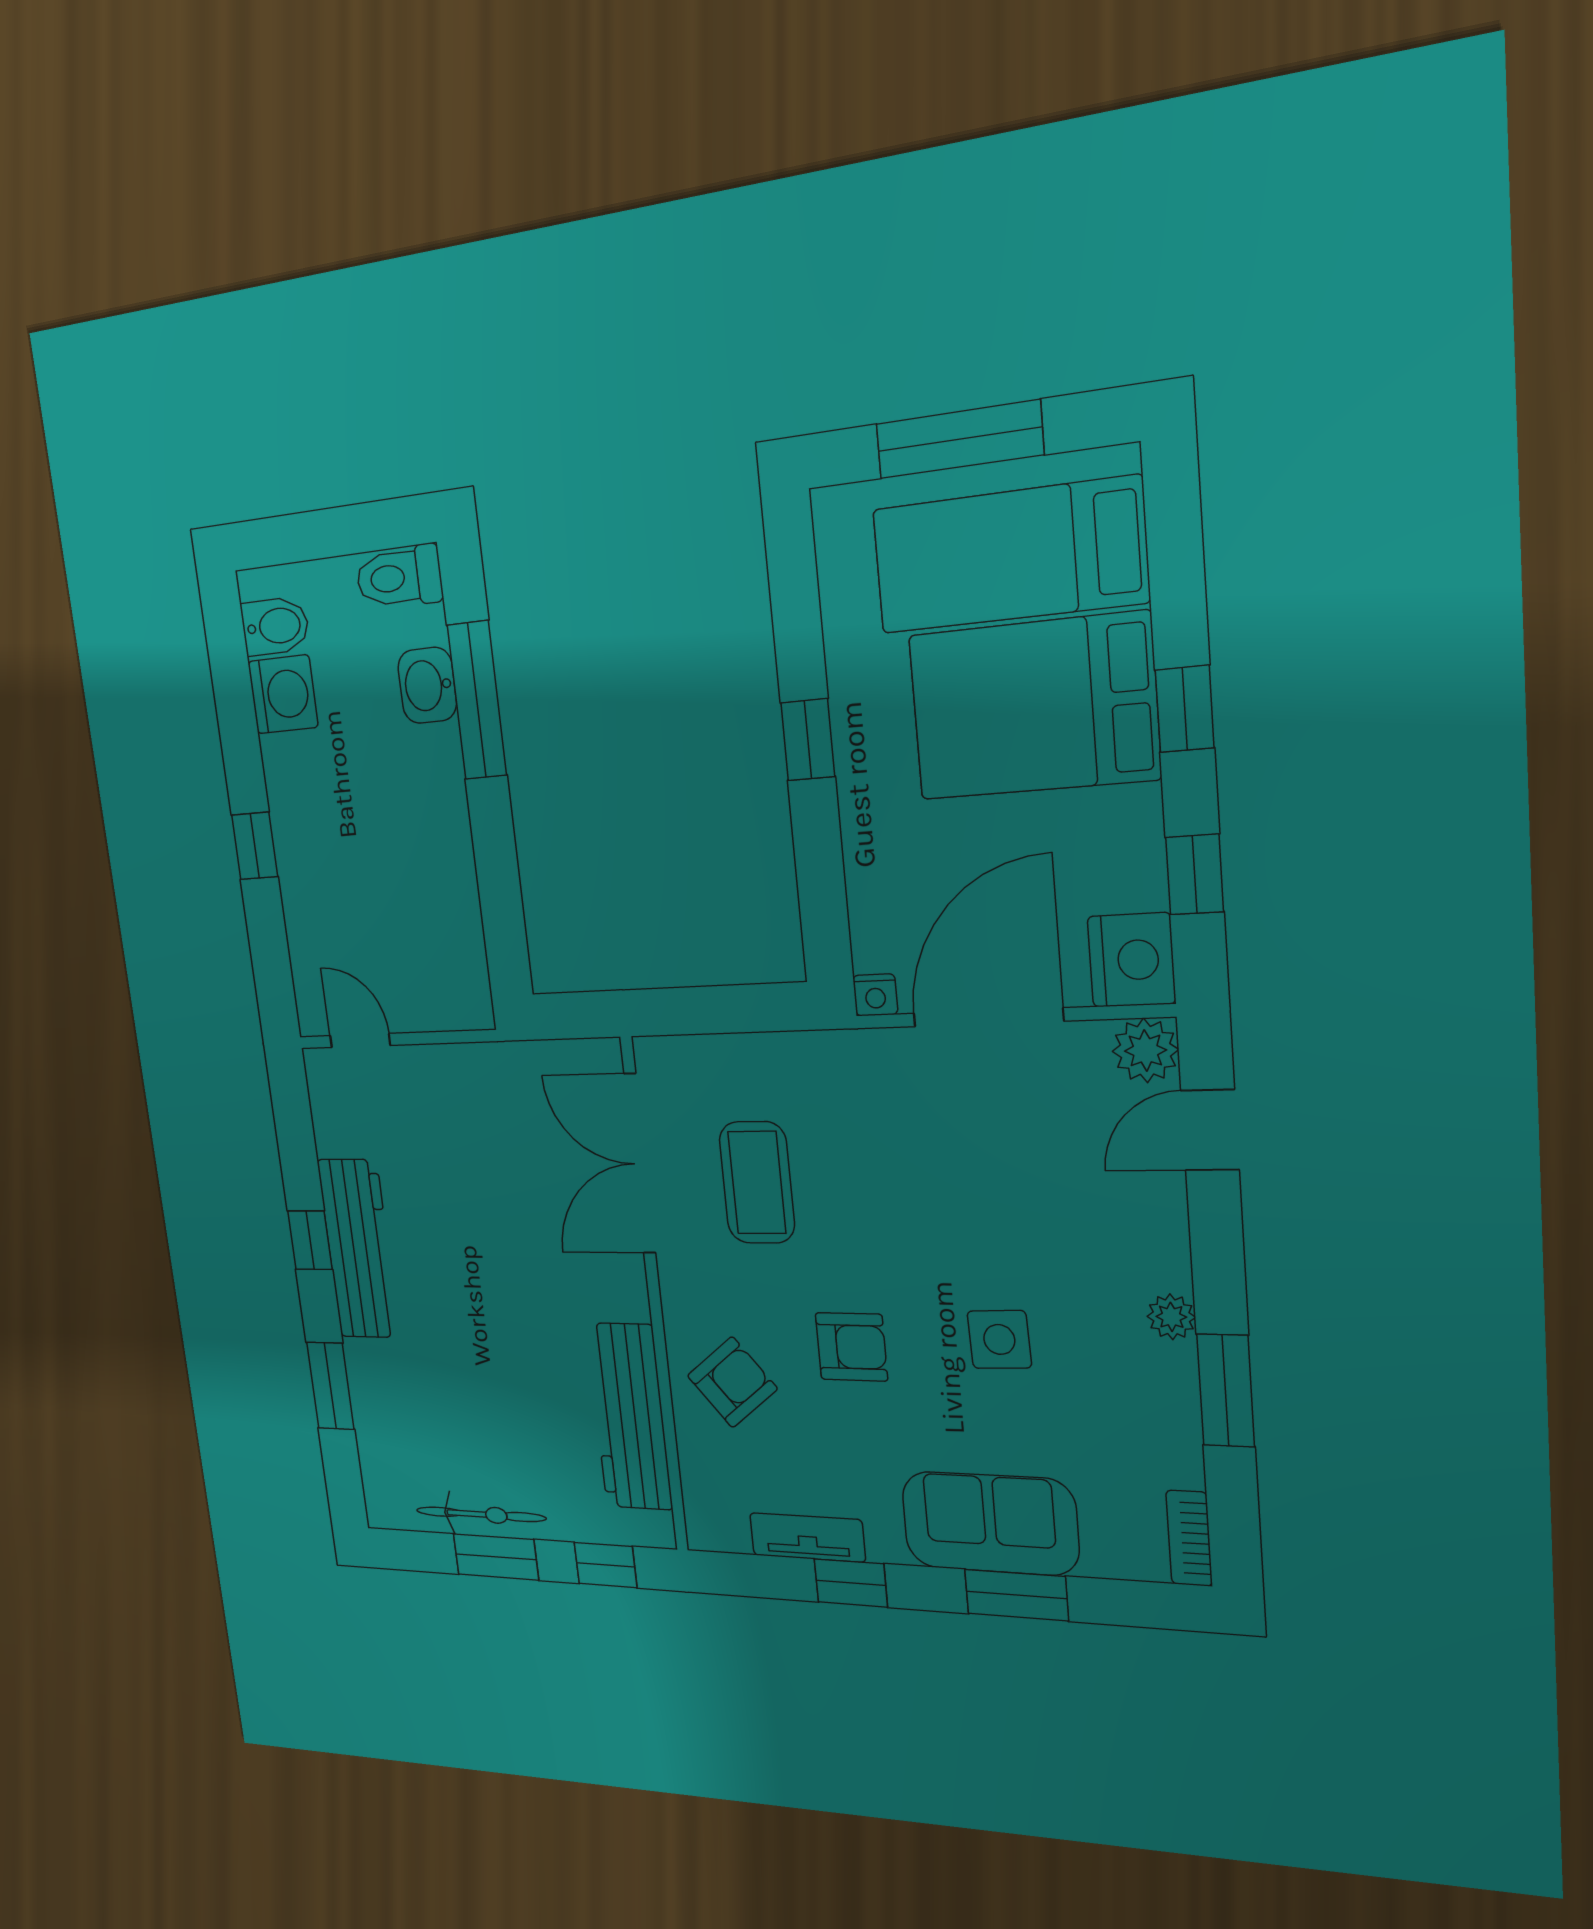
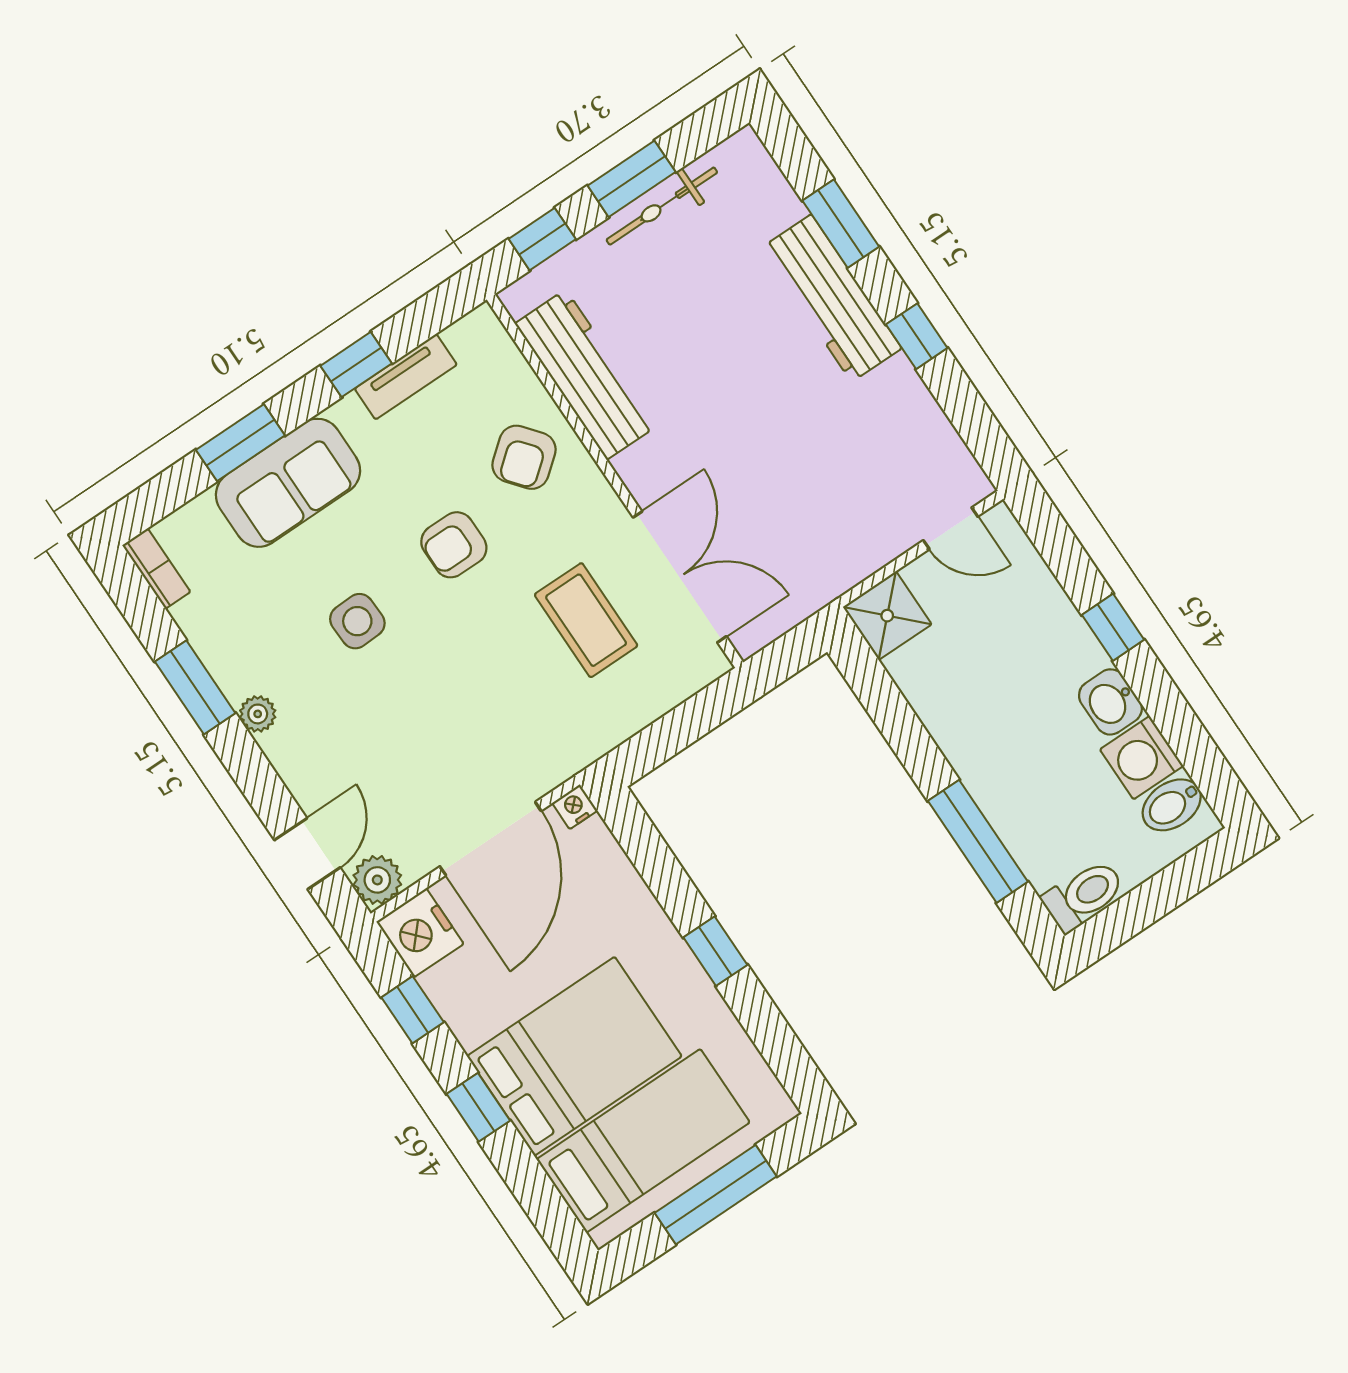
washbasin: (427, 685) -> (1110, 702), moved, turned 180
shower: (458, 993) -> (887, 616), added
workbench: (359, 1249) -> (831, 298), moved

